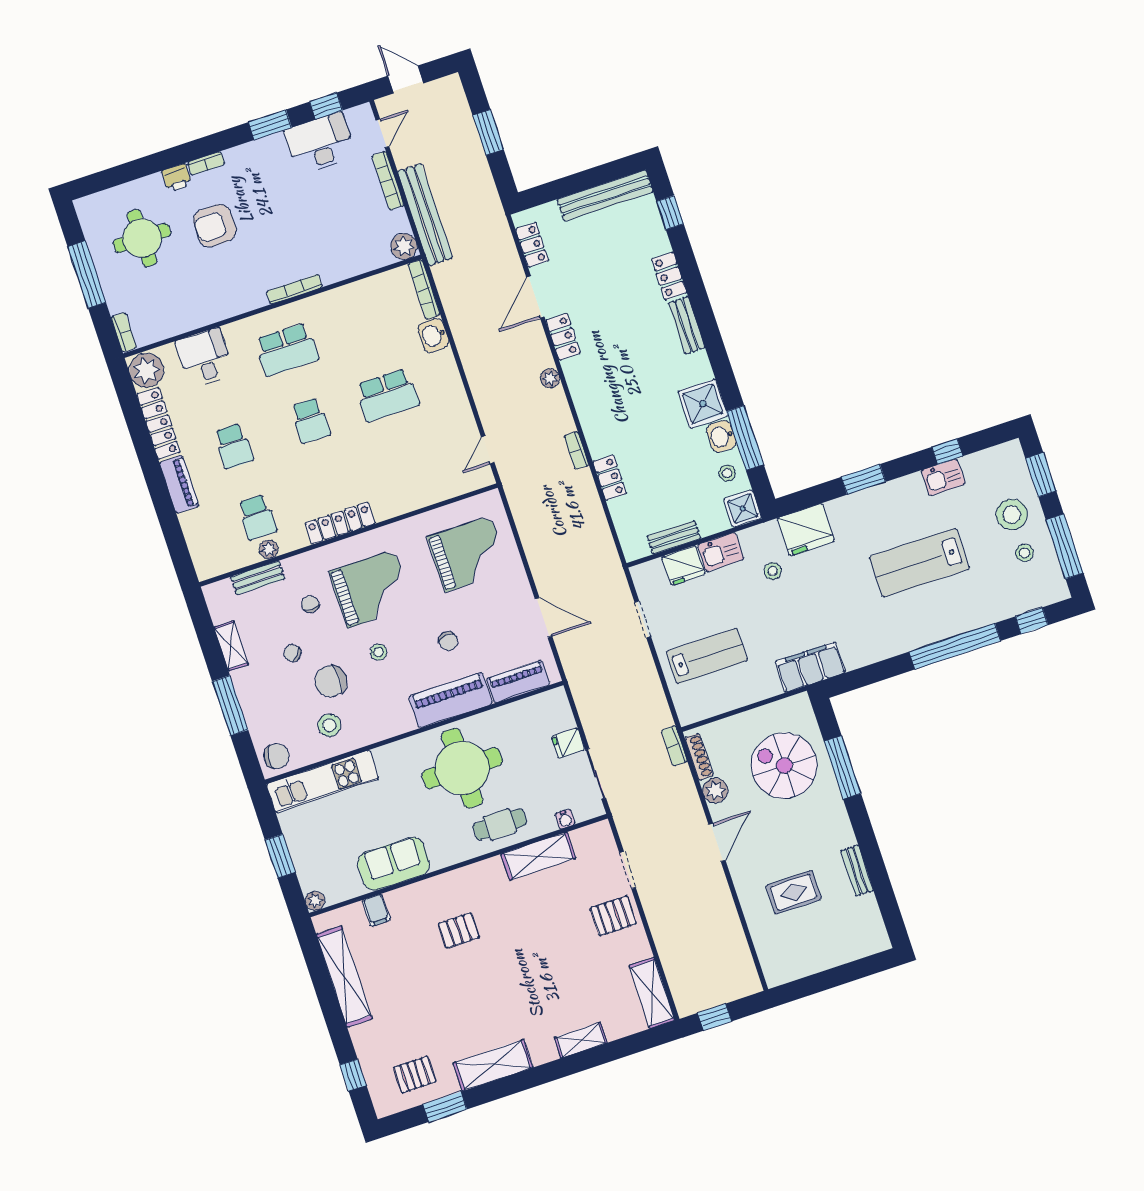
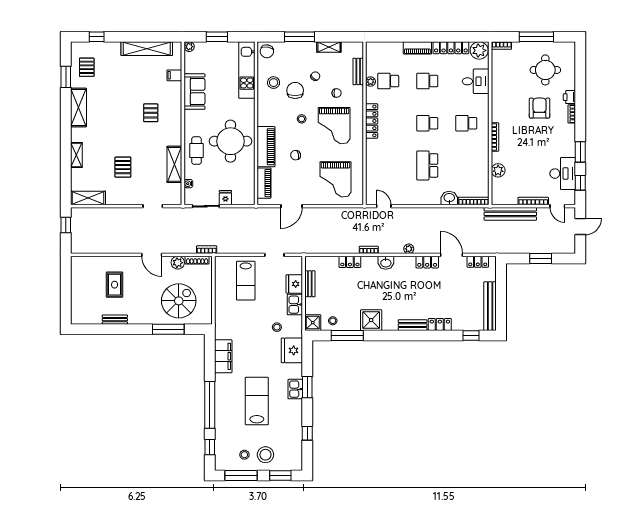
plant: (404, 246) -> (498, 170), moved
school desk: (287, 350) -> (466, 123), width x0.54
washbasin: (721, 436) -> (386, 263), moved, turned 180
kitchen sink: (943, 477) -> (295, 389), moved
filing cabinet: (810, 667) -> (223, 356), moved
pallet: (613, 916) -> (123, 167), moved

